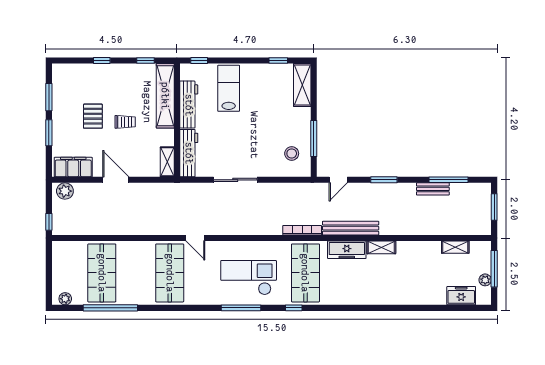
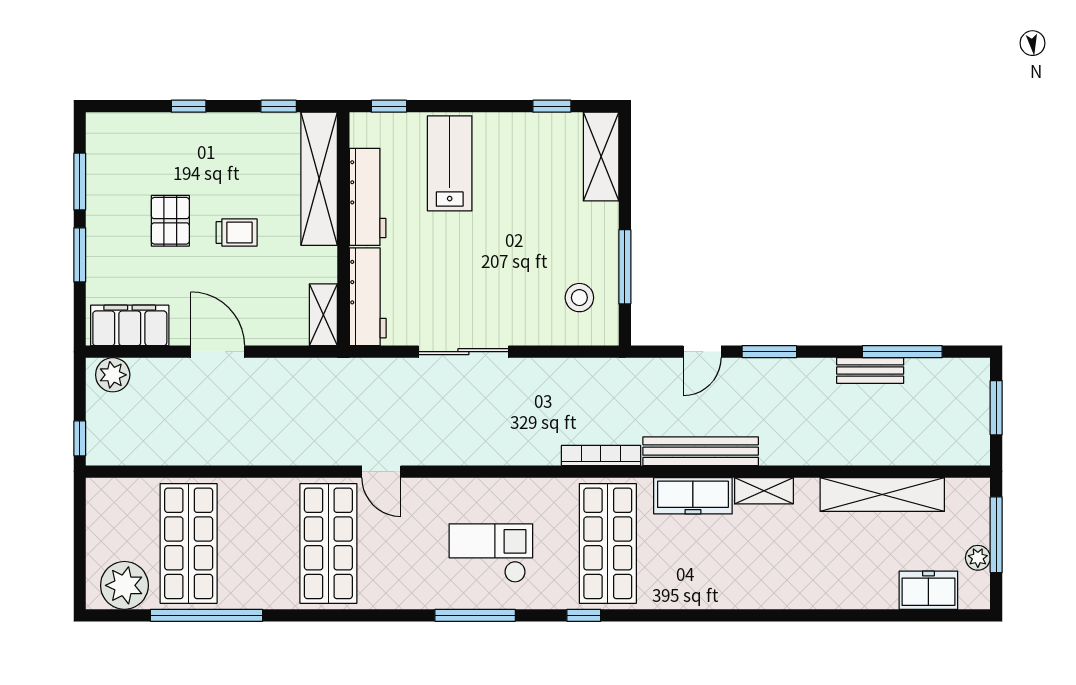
door: (338, 180) -> (702, 352), moved
shelving: (455, 247) -> (882, 494), width x2.20, depth x1.33
checkout: (249, 278) -> (491, 553), width x0.73, depth x0.83
plant: (65, 299) -> (124, 585), width x1.87, depth x1.87

